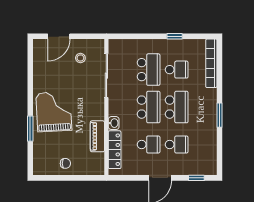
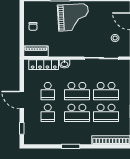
school desk: (177, 70) -> (106, 113), width x1.85
piano: (97, 136) -> (36, 51), moved

